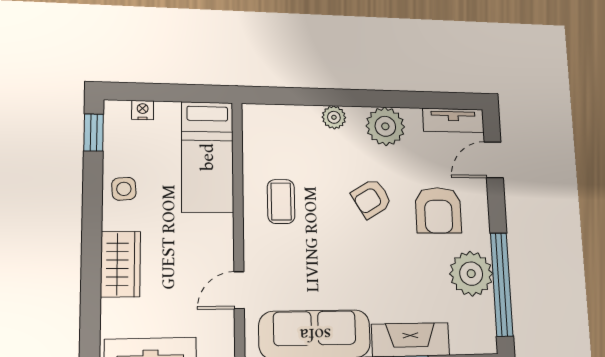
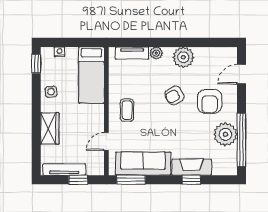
tv unit: (453, 120) -> (132, 53), moved
coffee table: (281, 202) -> (127, 110), moved

